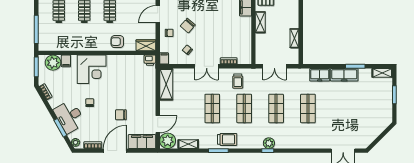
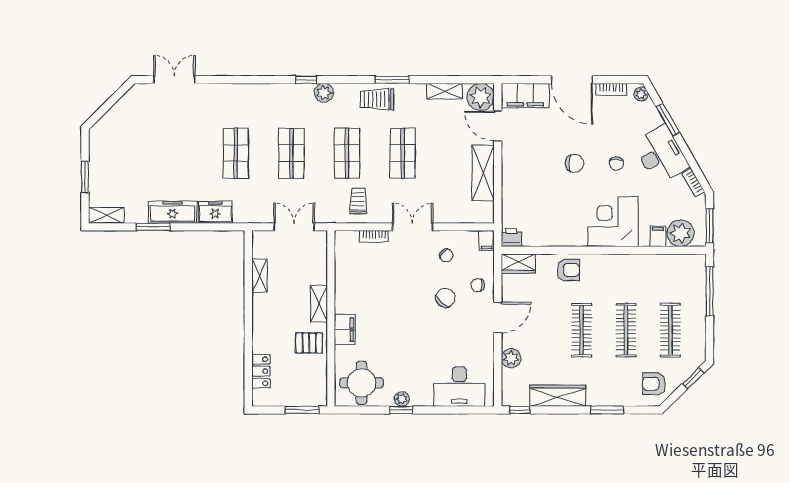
shelving: (166, 84) -> (483, 173), moved
chair: (121, 115) -> (574, 163), moved
desk: (69, 117) -> (661, 155), moved
door: (158, 124) -> (498, 126), hinge flipped
plant: (269, 143) -> (324, 93), moved
door: (115, 151) -> (572, 80), hinge flipped

